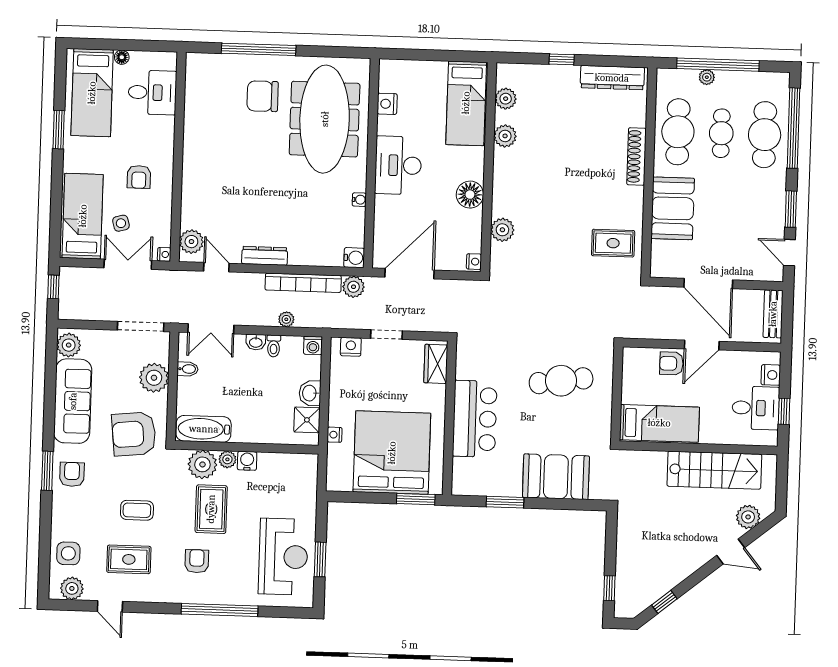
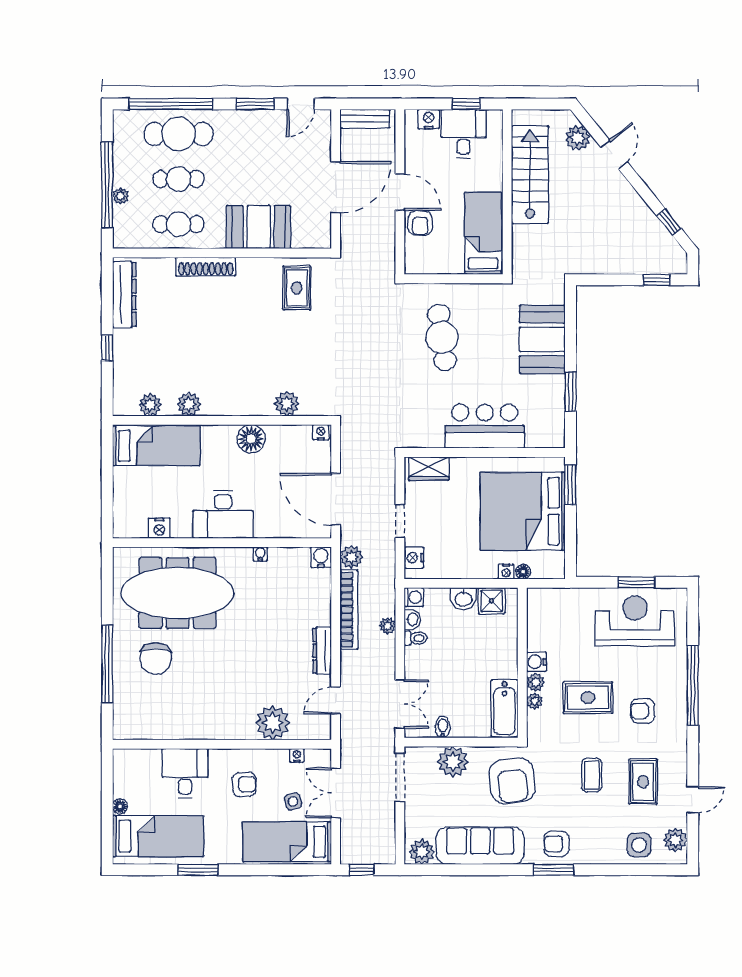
desk: (152, 93) -> (185, 773), moved
cafe table: (678, 132) -> (179, 224), width x0.73, depth x0.74
plant: (191, 242) -> (273, 723), moved, width x1.36, depth x1.36
nightstand: (164, 254) -> (297, 755), moved
washbasin: (256, 342) -> (412, 619), moved
floor lamp: (334, 451) -> (523, 572), added
plant: (202, 464) -> (535, 701), width x0.53, depth x0.53

